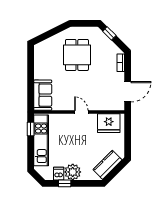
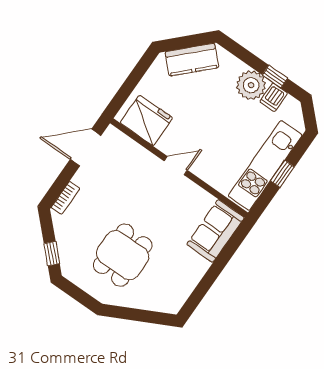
door: (81, 112) -> (176, 166), swing flipped
window: (31, 129) -> (282, 174), moved

